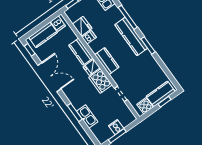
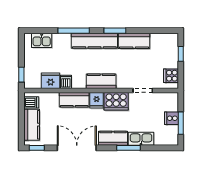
kitchen counter: (161, 94) -> (134, 41), moved, turned -90
kitchen counter: (74, 97) -> (113, 138), added

